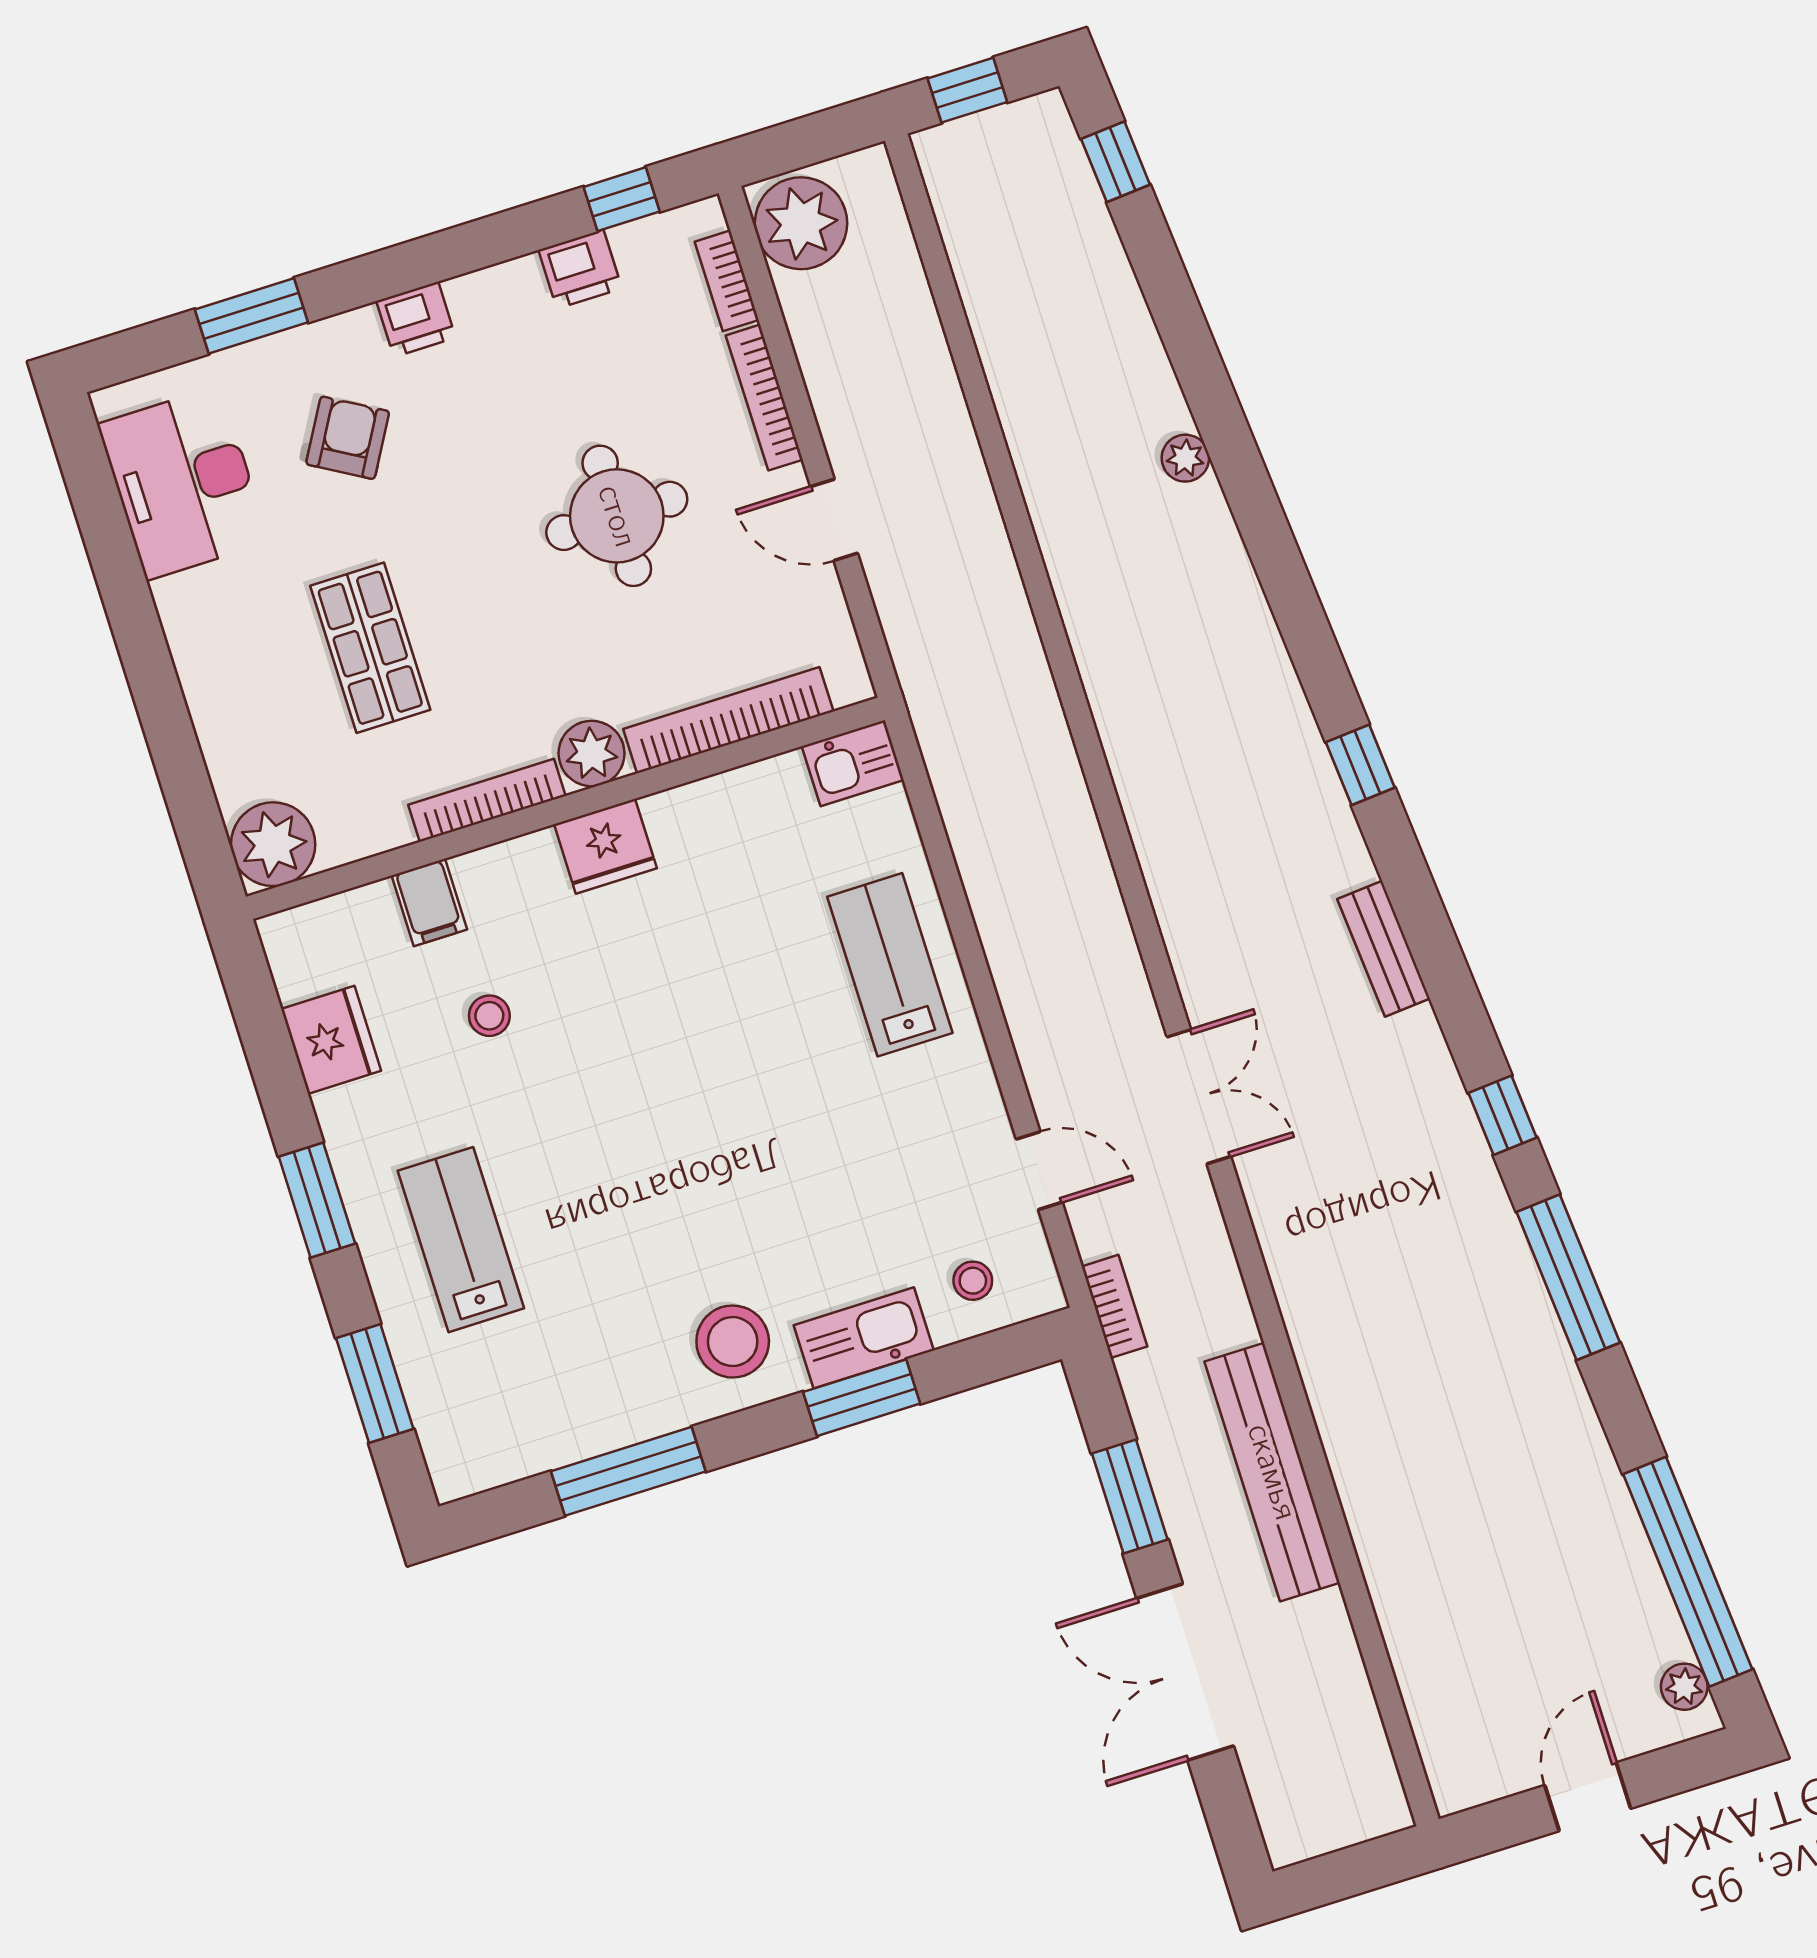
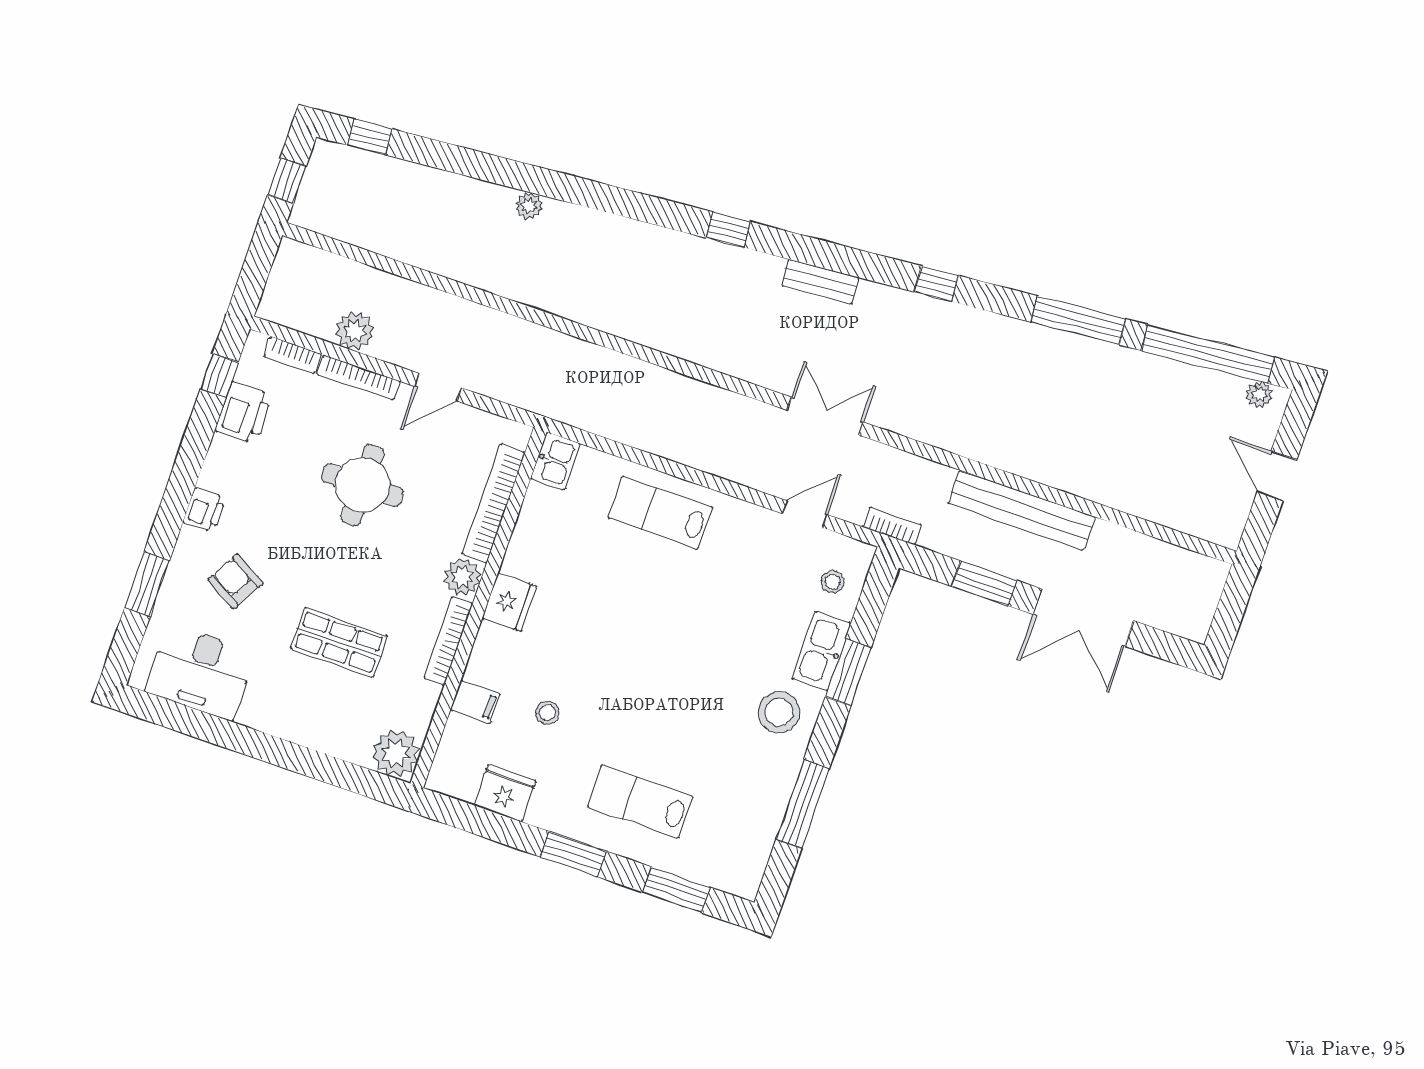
plant: (801, 223) -> (355, 331), moved, width x0.73, depth x0.73
printer: (580, 269) -> (244, 413), width x1.36, depth x1.24
window: (1568, 1277) -> (1078, 320), moved

